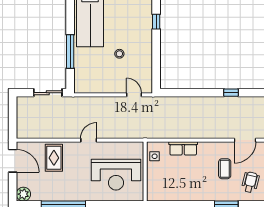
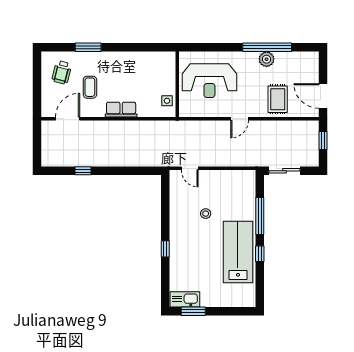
window: (70, 17) -> (260, 254), added
window: (13, 120) -> (323, 140), added
row of seats: (183, 148) -> (121, 110), moved
reception desk: (116, 175) -> (209, 81), turned 180
plant: (23, 194) -> (266, 59), moved

